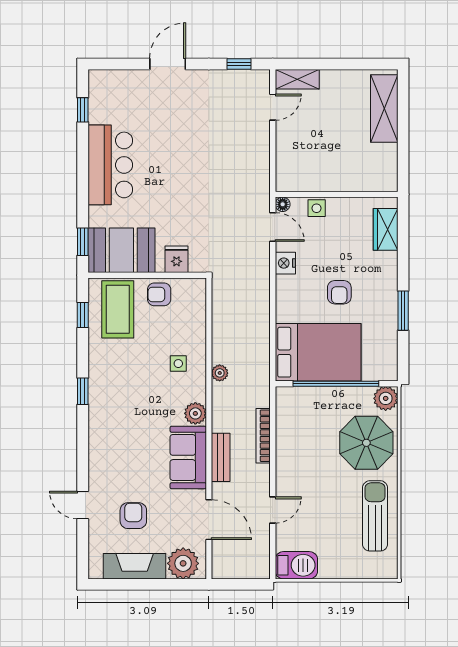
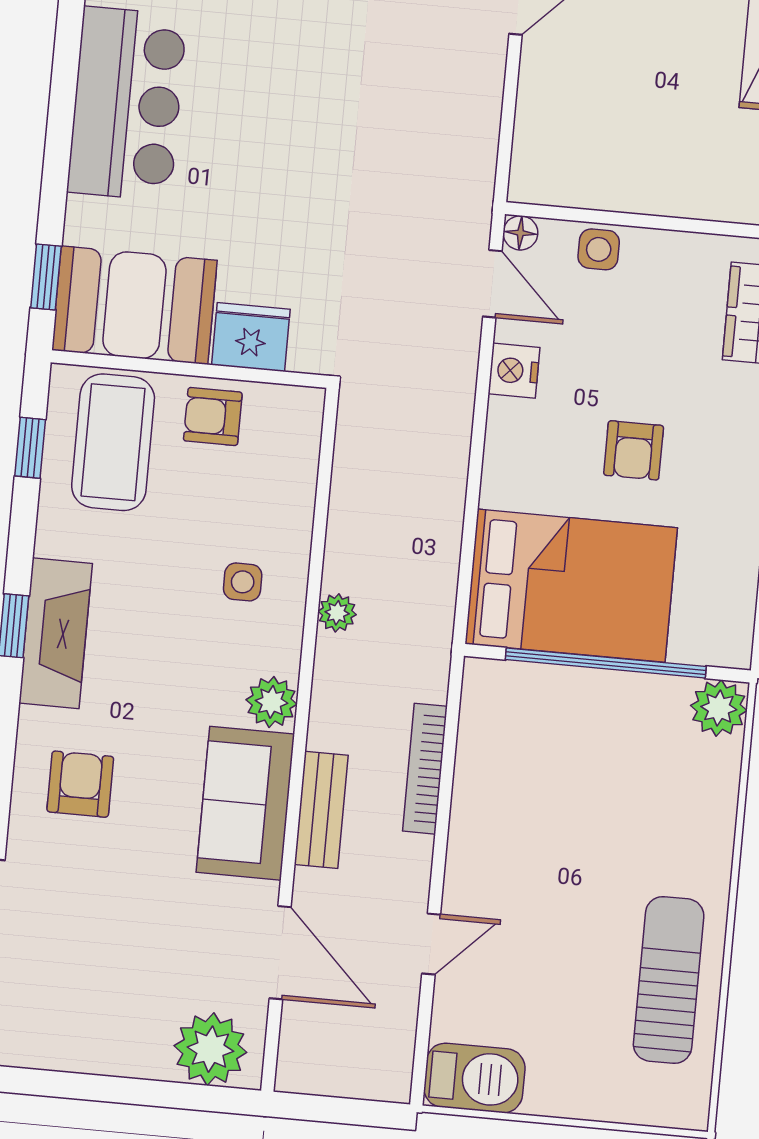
fridge: (177, 259) -> (251, 337), width x1.38
parasol: (366, 443) -> (664, 807), removed
armchair: (133, 516) -> (80, 784), moved
fireplace: (135, 566) -> (56, 633), moved, turned 90

